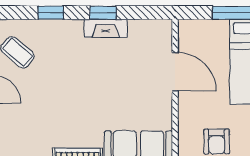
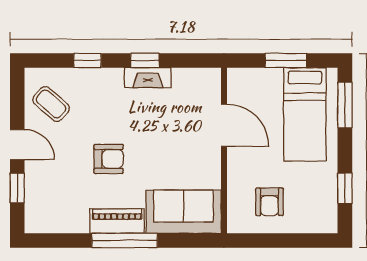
armchair: (70, 102) -> (109, 159), added

